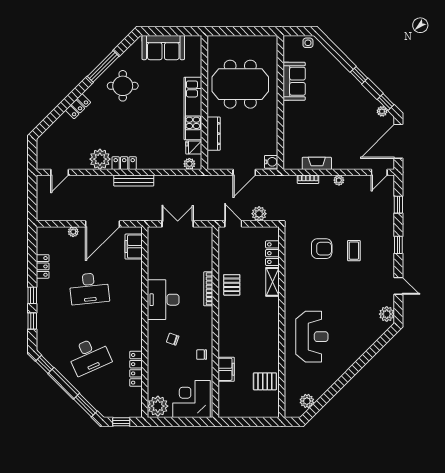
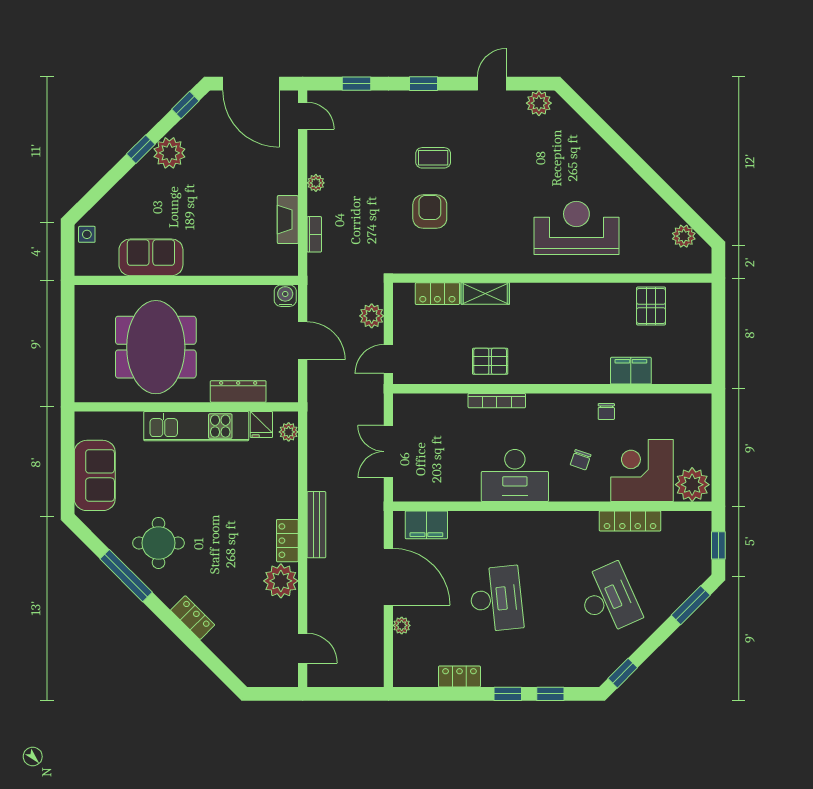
plant: (382, 111) -> (169, 153), moved, width x1.88, depth x1.88
corner desk: (191, 399) -> (642, 471), moved, turned 90

